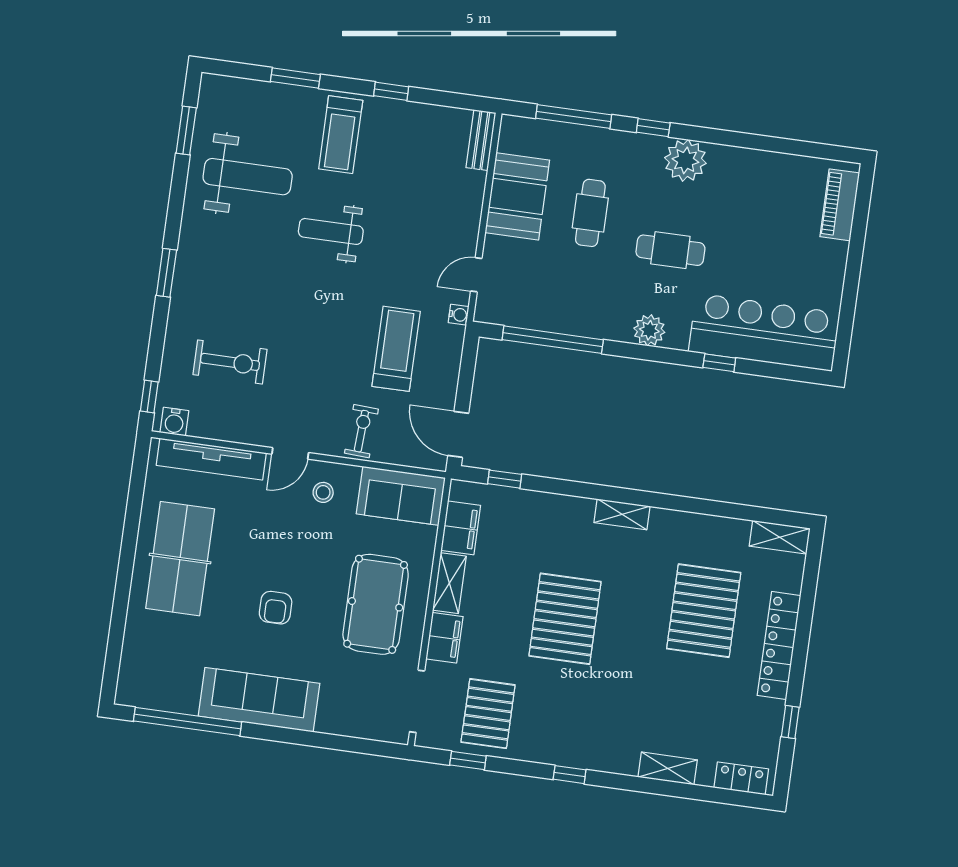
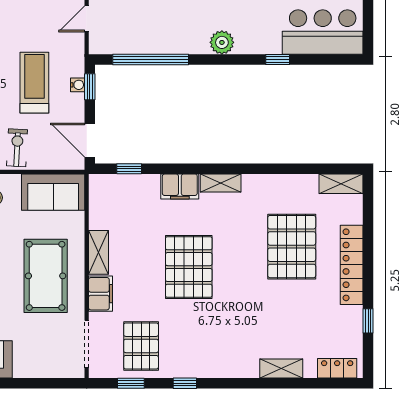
water cooler: (459, 315) -> (78, 85), moved
bar counter: (764, 332) -> (323, 32), width x0.73
window: (468, 364) -> (90, 87), added
filing cabinet: (461, 528) -> (180, 187), moved, turned 90
window: (570, 775) -> (185, 383), moved

